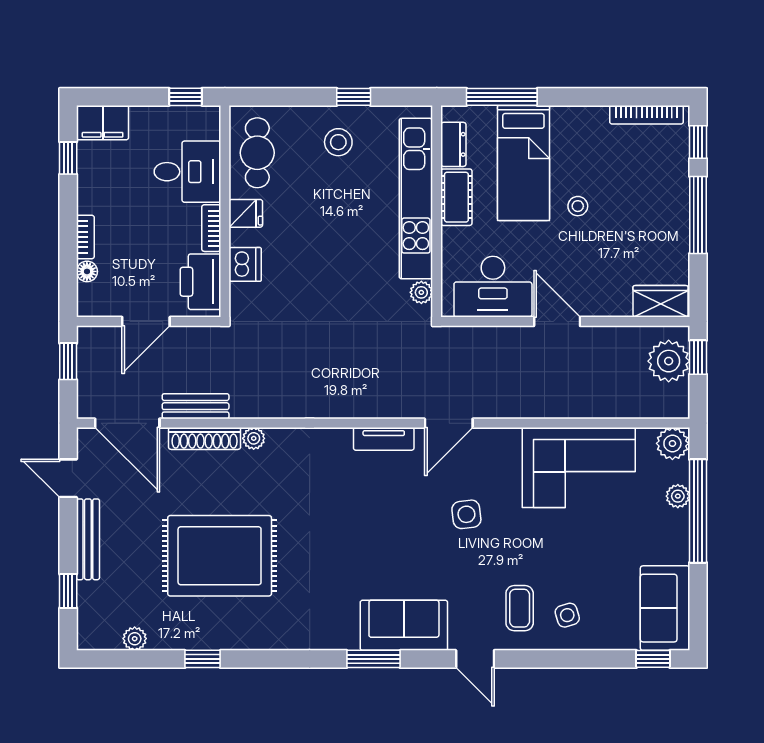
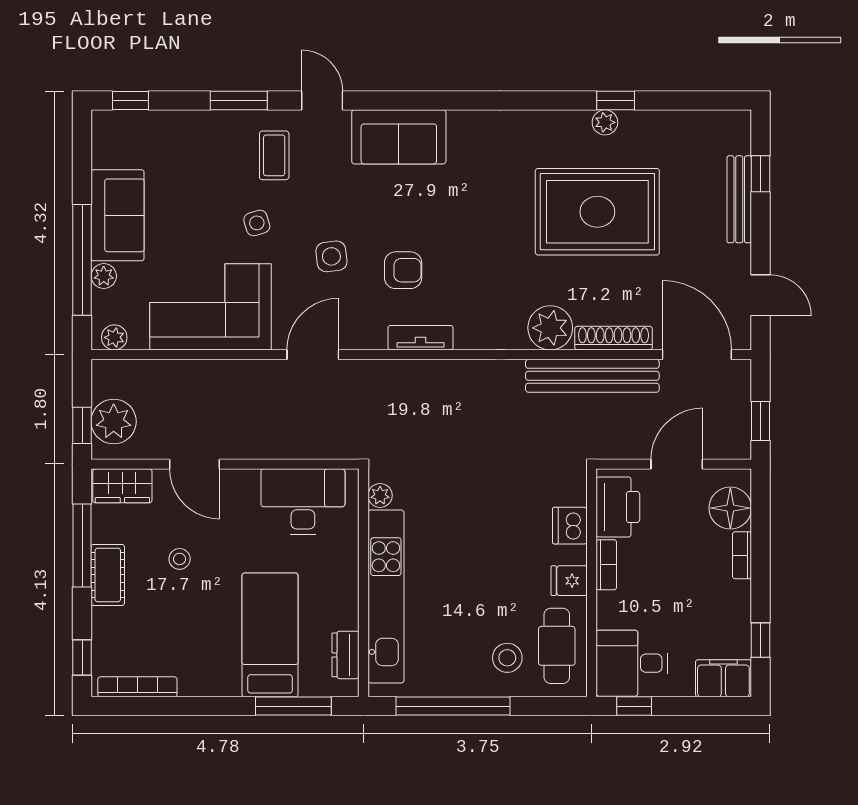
window: (354, 97) -> (453, 706), width x3.17
stool: (338, 142) -> (507, 658), moved
desk: (187, 172) -> (632, 663), moved
cot: (456, 197) -> (108, 575), moved
stool: (578, 206) -> (180, 559), moved
window: (698, 215) -> (82, 545), moved
floor lamp: (87, 271) -> (730, 508), width x1.89, depth x1.89
door: (557, 321) -> (194, 464), moved
bench: (196, 406) -> (592, 376), width x1.86, depth x1.21
door: (449, 423) -> (313, 355), moved
plant: (254, 438) -> (550, 328), width x1.88, depth x1.88
plant: (672, 443) -> (114, 337), width x0.73, depth x0.73
armchair: (400, 501) -> (403, 270), added
bench: (88, 539) -> (739, 199), moved
sofa: (665, 608) -> (118, 215), moved
side table: (567, 615) -> (257, 223), moved
plant: (135, 639) -> (605, 122), moved
window: (373, 659) -> (239, 101), moved

